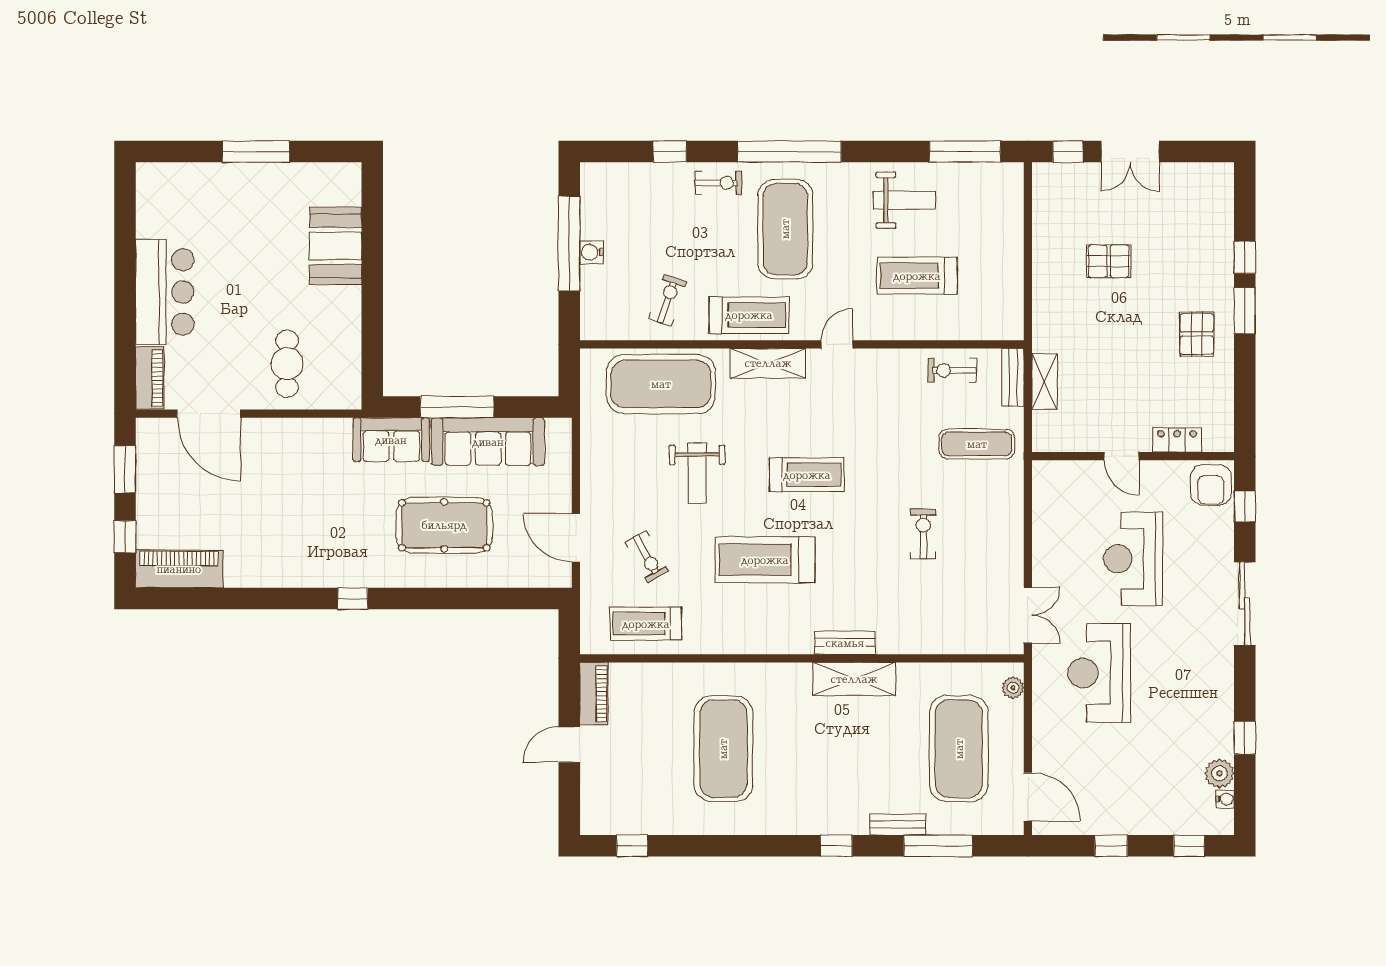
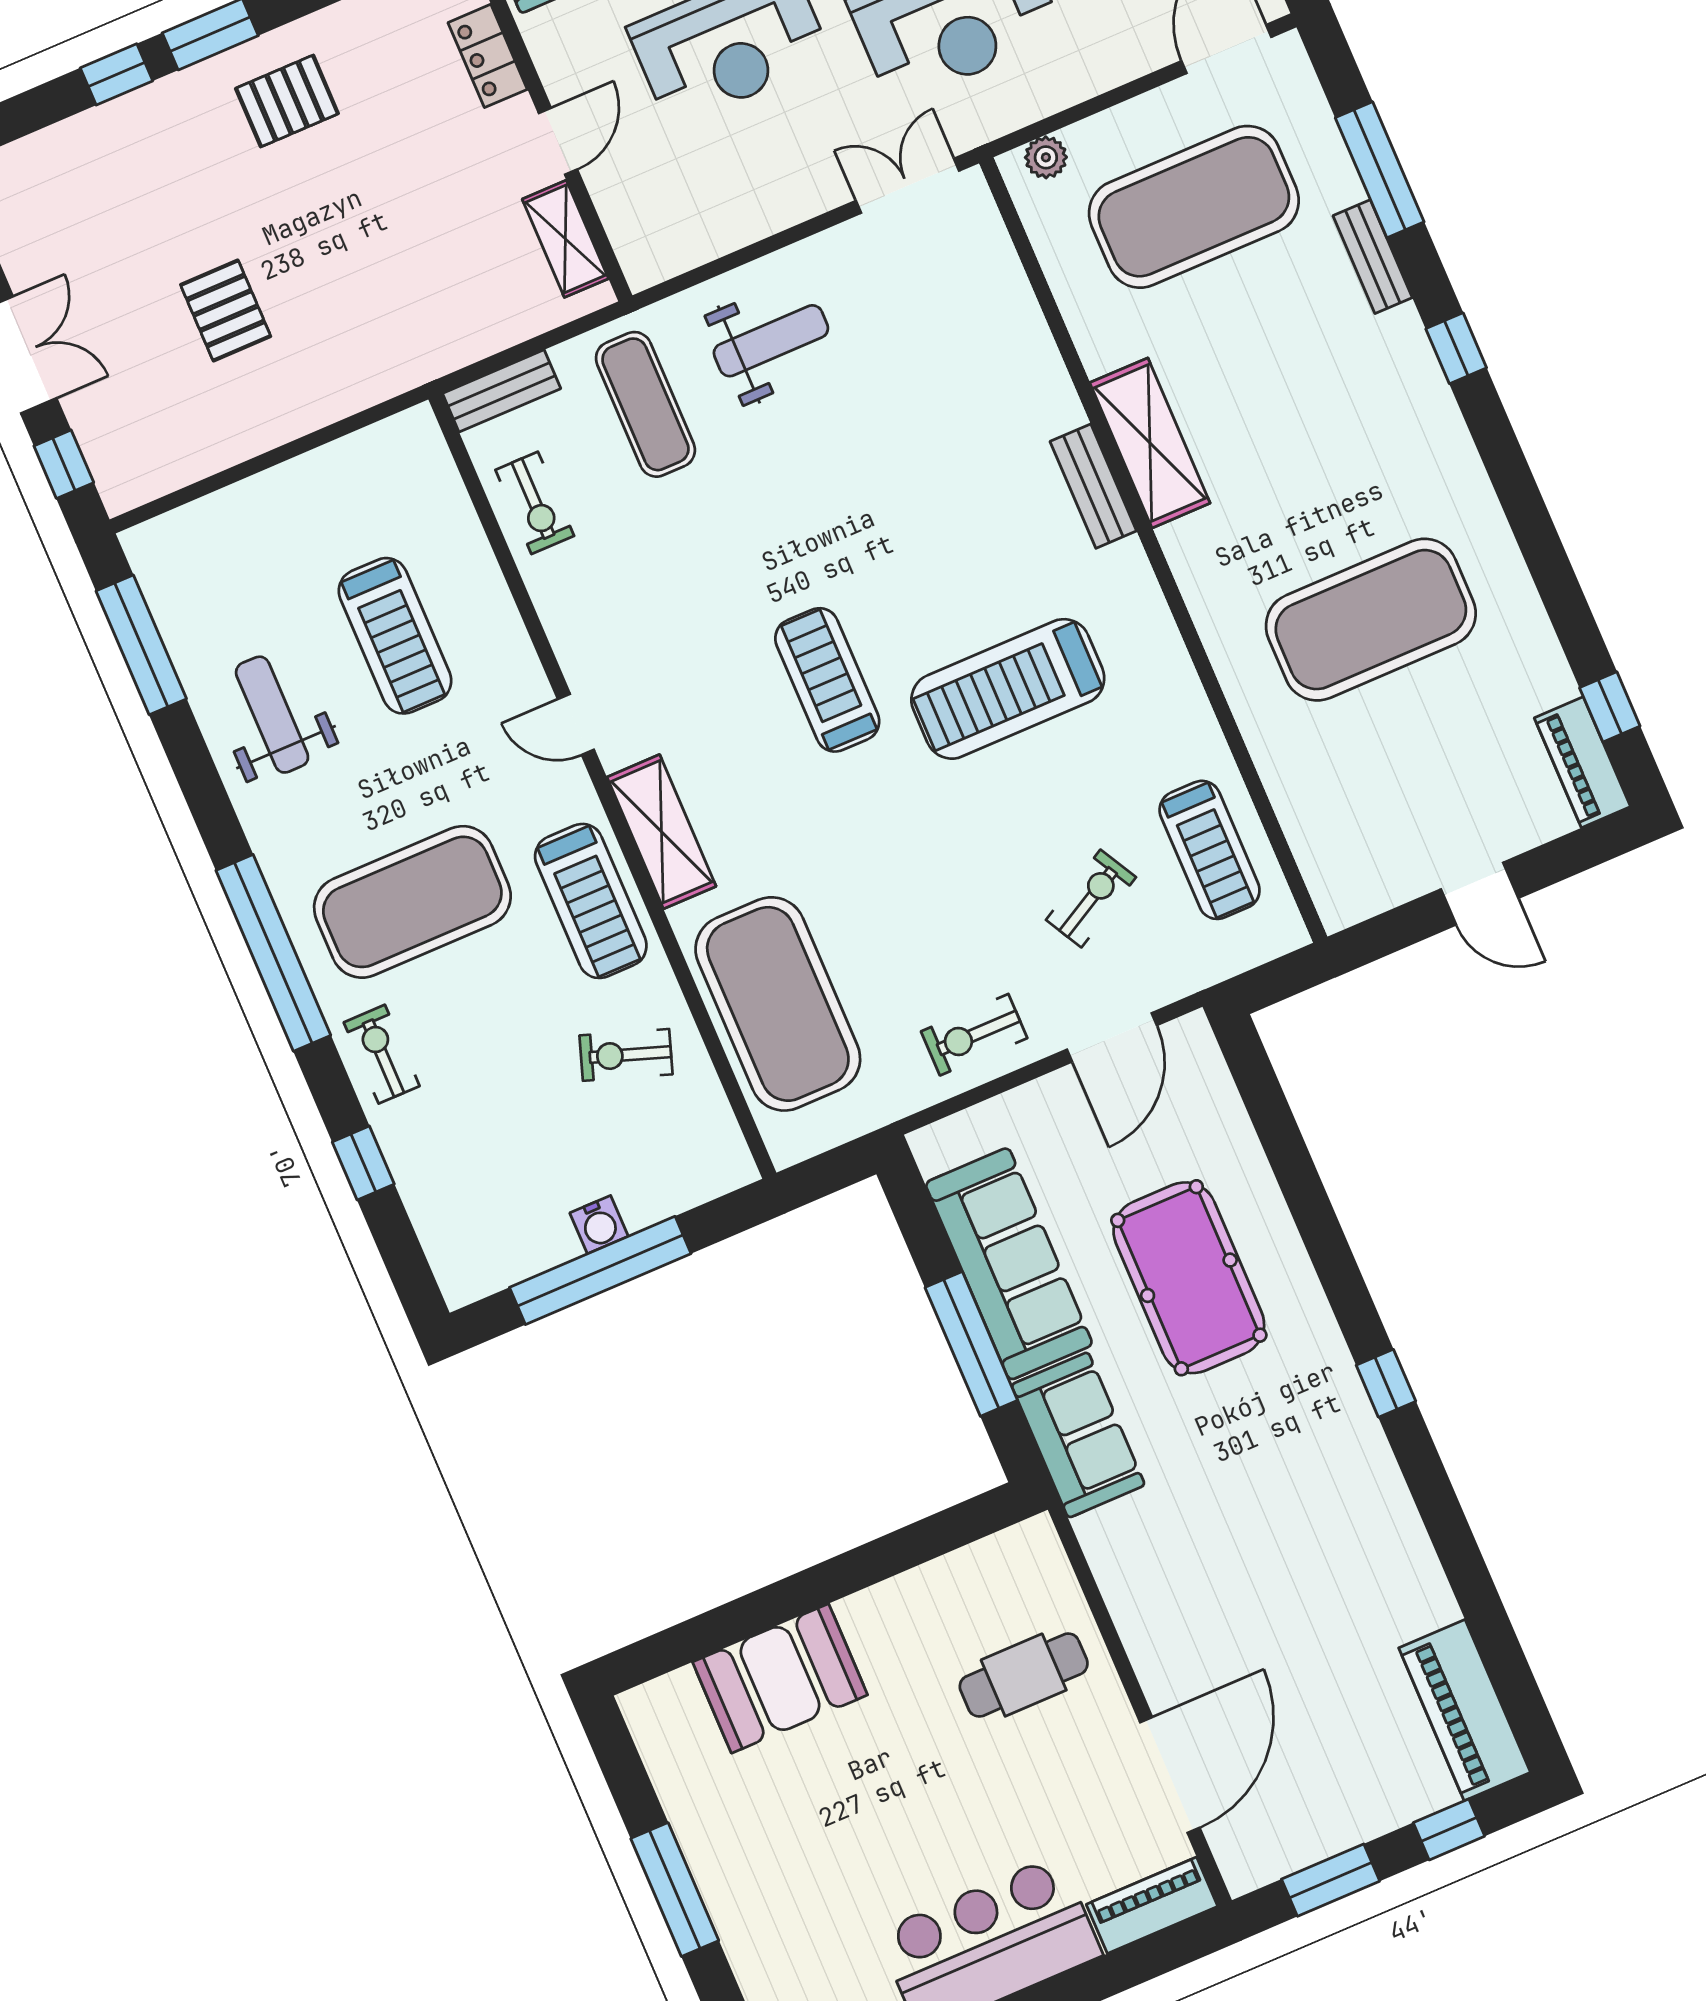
treadmill: (749, 315) -> (591, 901), turned 180
shelving: (1045, 381) -> (565, 239), moved, turned 90
weight bench: (697, 473) -> (771, 341), moved
exercise bike: (923, 534) -> (974, 1035), moved
treadmill: (765, 560) -> (1008, 689), turned 90
piano: (594, 694) -> (1582, 762), moved, turned -90

